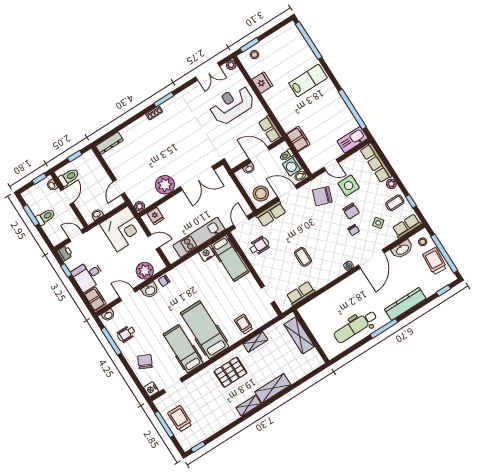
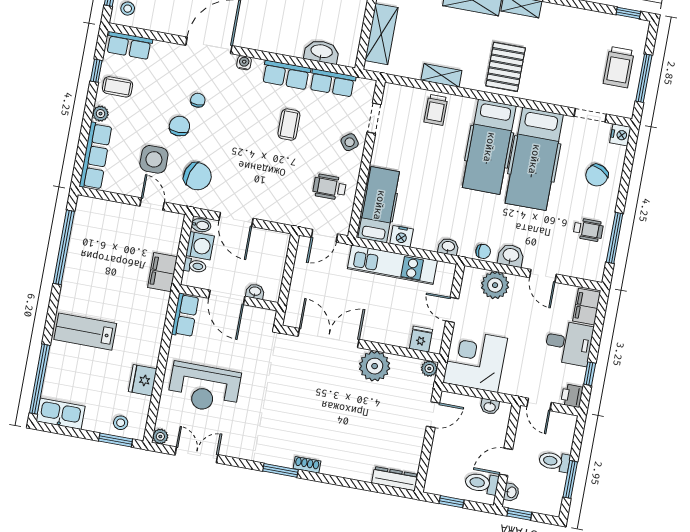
kitchen sink: (352, 140) -> (61, 414), moved, turned 180
stool: (261, 194) -> (269, 248), removed
row of seats: (271, 214) -> (286, 75), moved, turned 180
side table: (378, 223) -> (350, 142), moved
washbasin: (402, 249) -> (322, 52), moved
washbasin: (108, 315) -> (448, 247), moved
hospital bed: (183, 349) -> (534, 159), width x1.37, depth x1.29
pallet: (230, 372) -> (506, 67), turned 90

